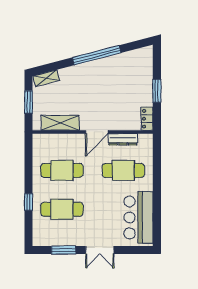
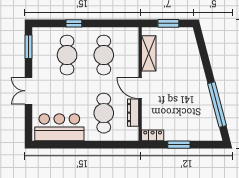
window: (97, 55) -> (217, 105), moved
shelving: (46, 78) -> (191, 40), removed
window: (64, 250) -> (29, 47), moved

